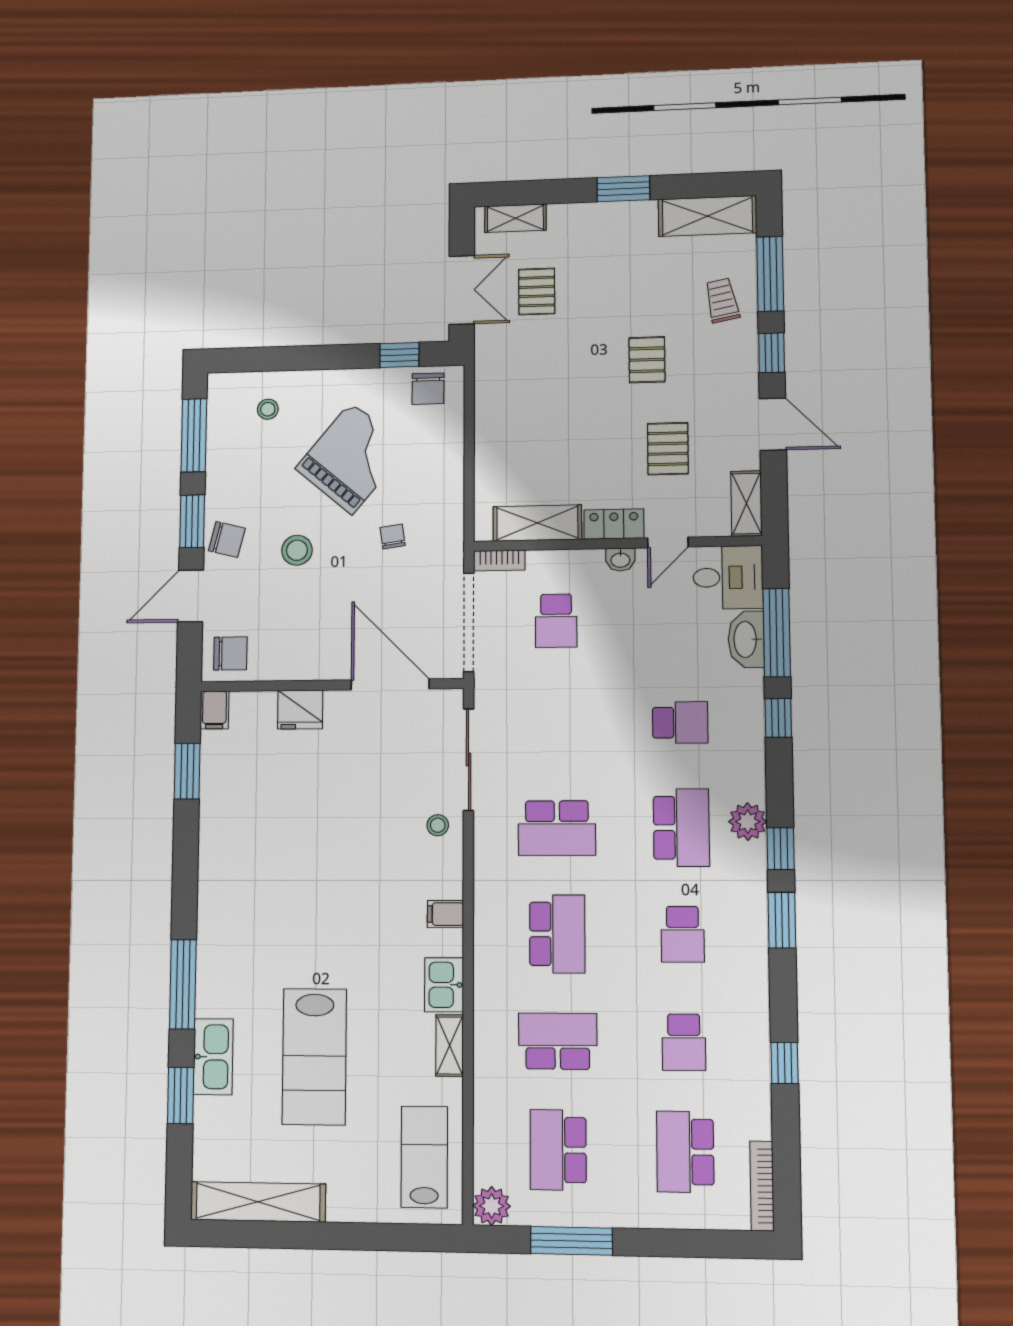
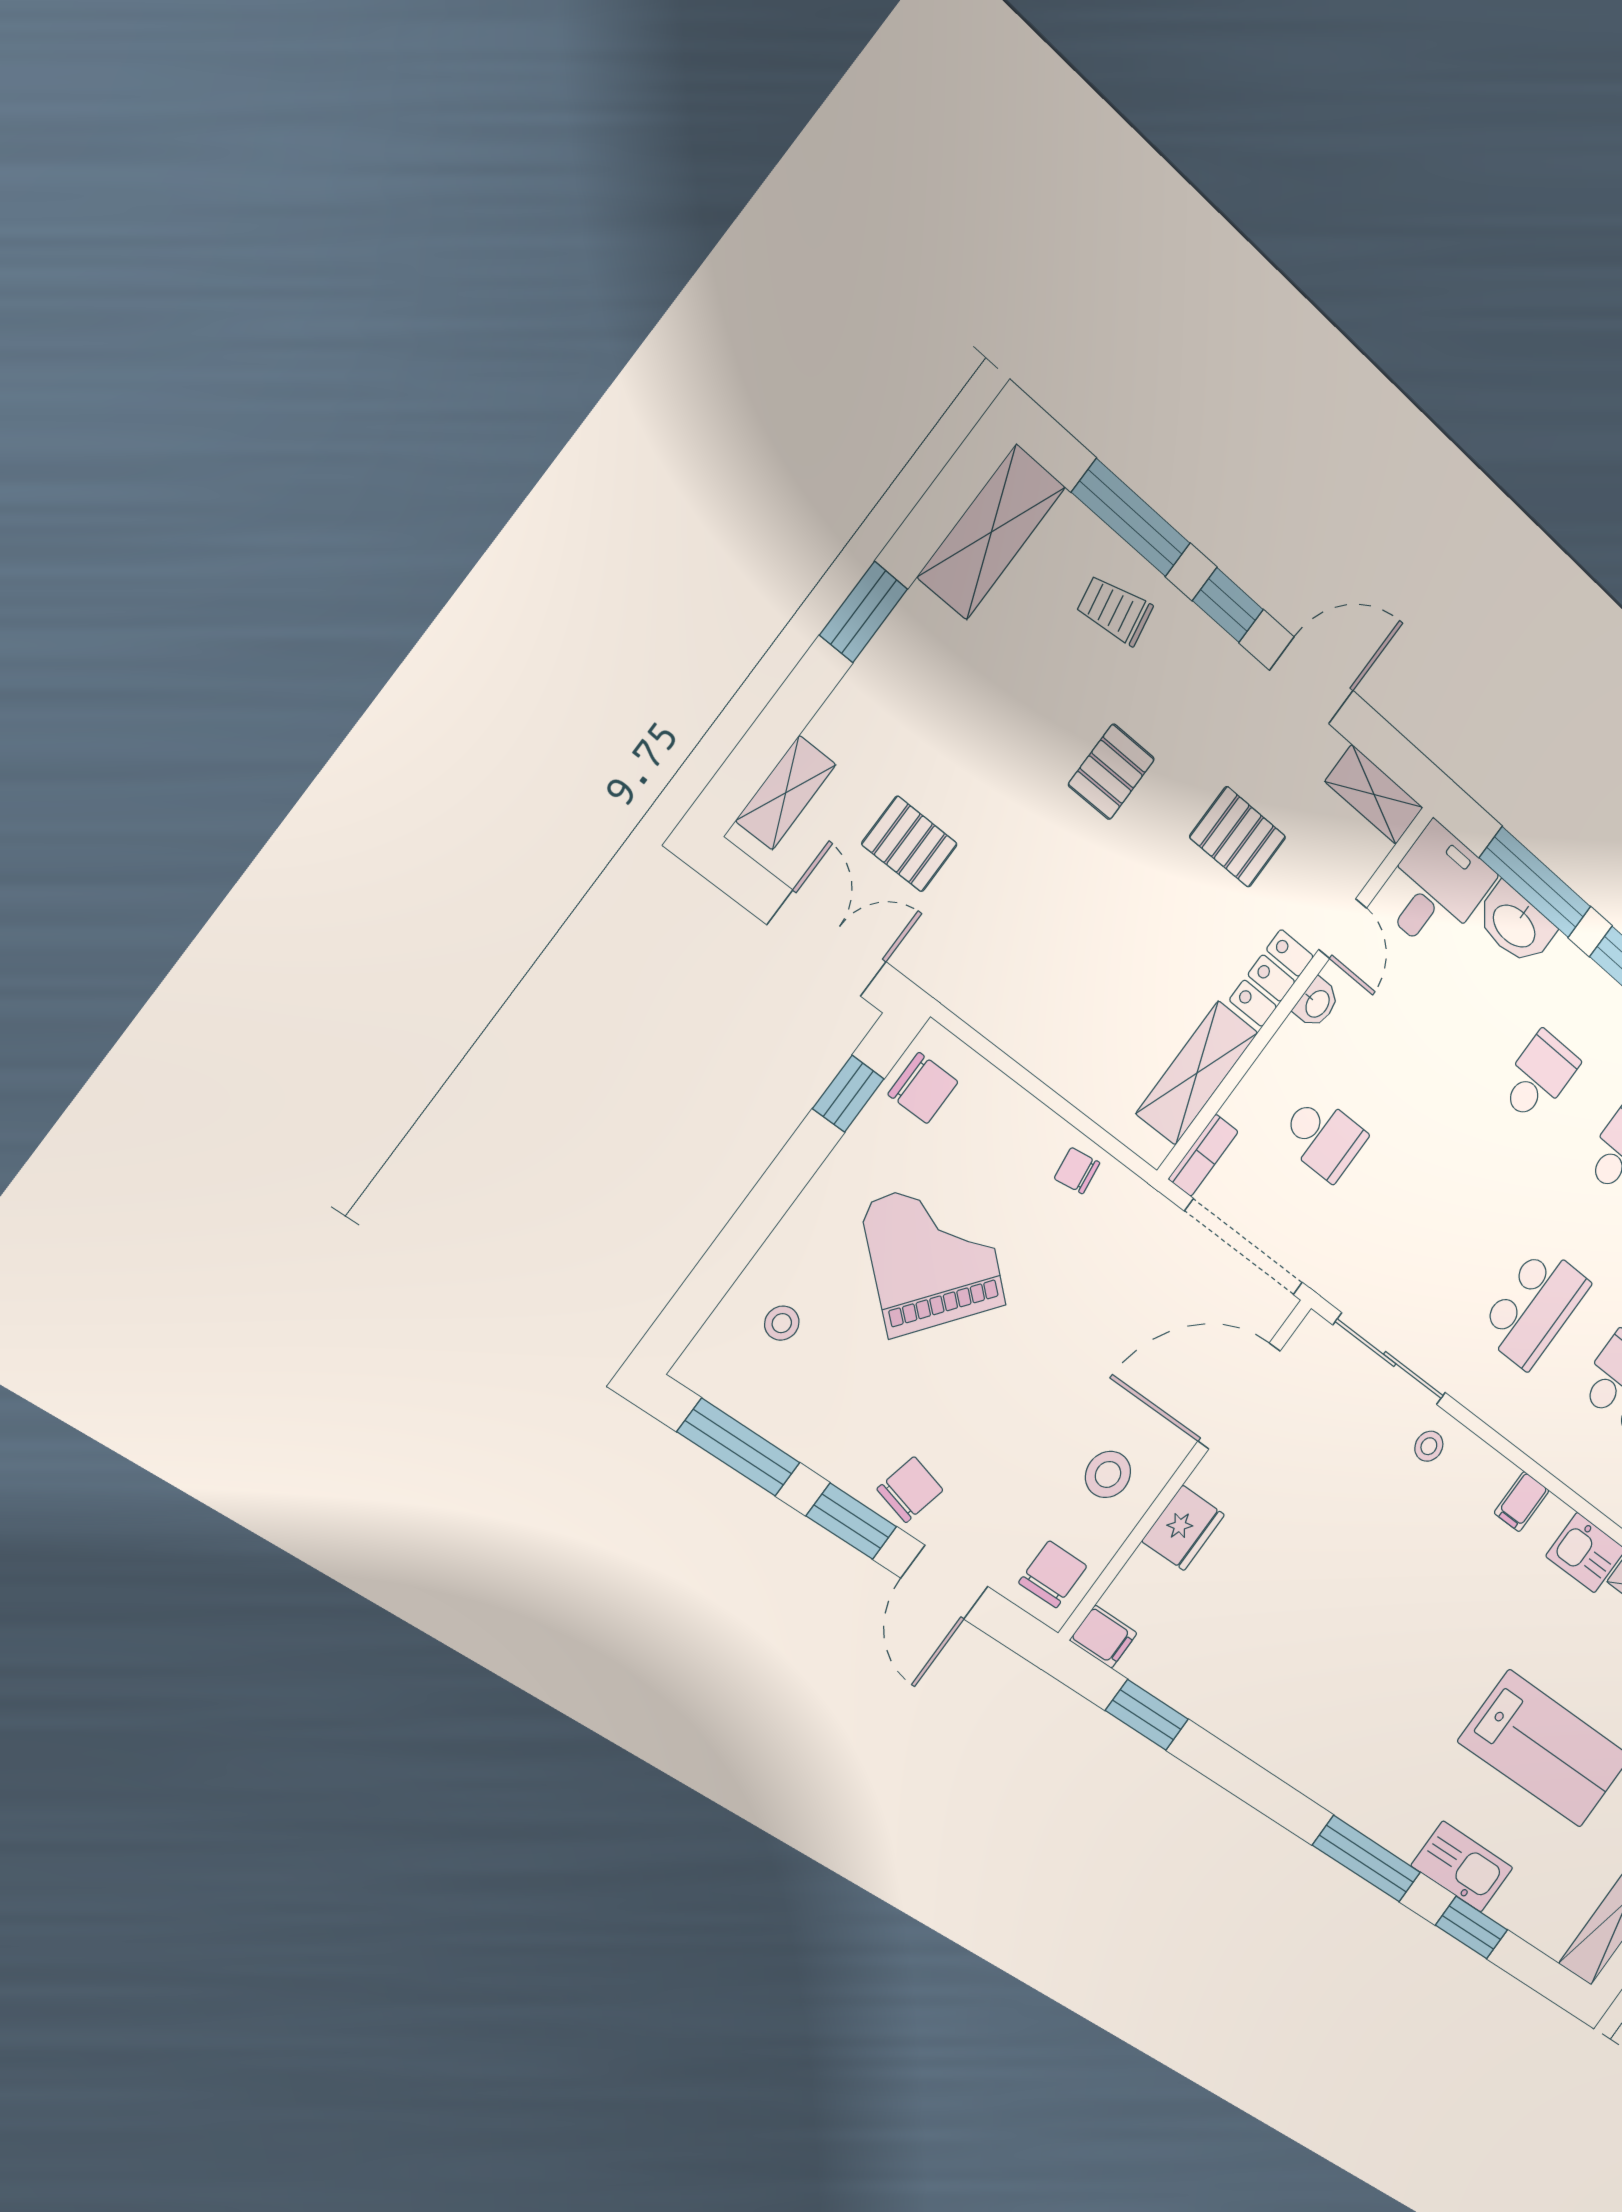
pallet: (647, 360) -> (1111, 772), turned 90
chair: (393, 536) -> (1077, 1171), moved
stool: (297, 550) -> (1108, 1474), moved

